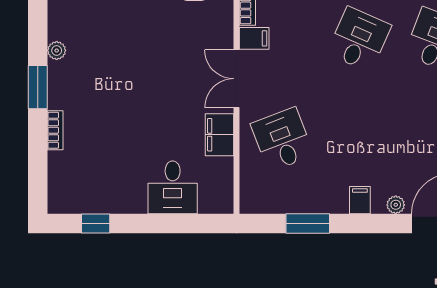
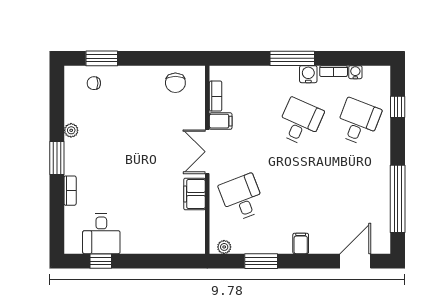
desk: (173, 187) -> (101, 234), moved
plant: (396, 205) -> (224, 247), moved

